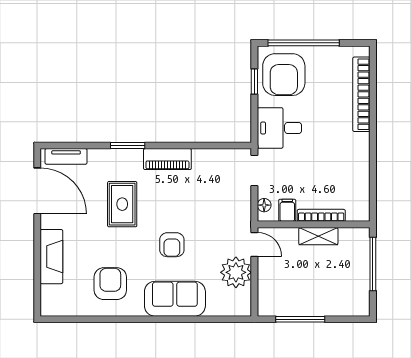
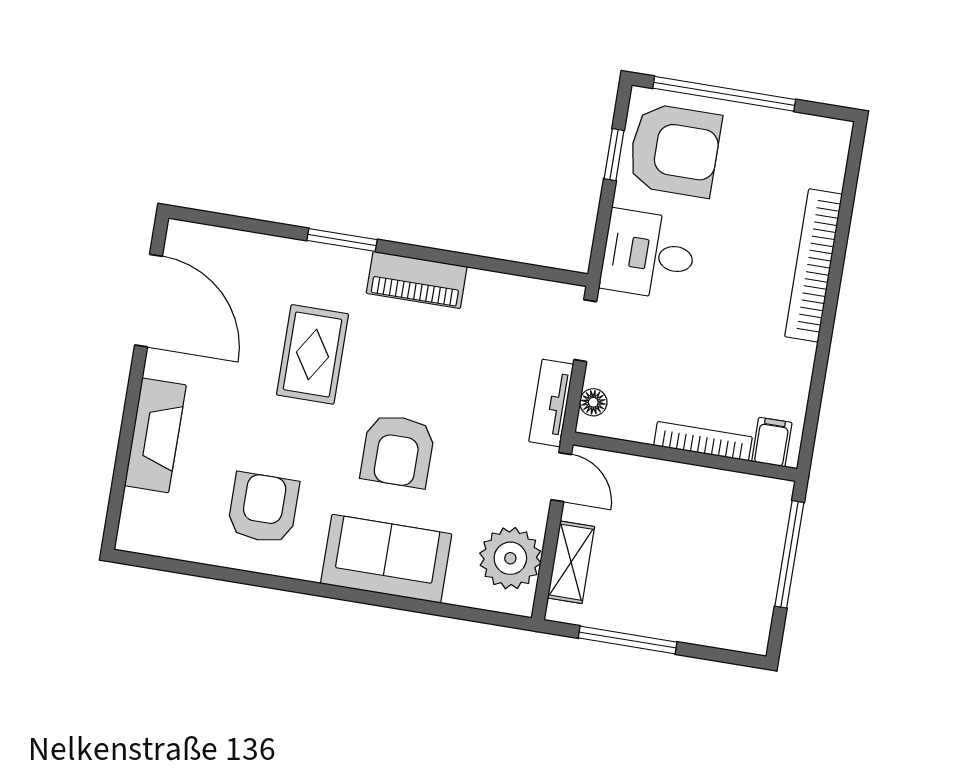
armchair: (284, 75) -> (675, 150), turned -90
bookcase: (361, 94) -> (813, 265), moved
tv unit: (66, 156) -> (551, 403), moved, turned 90
filing cabinet: (287, 210) -> (772, 442), moved
shelving: (318, 236) -> (571, 562), moved, turned 90
armchair: (172, 245) -> (398, 451), width x1.38, depth x1.38
plant: (236, 272) -> (510, 558), moved

